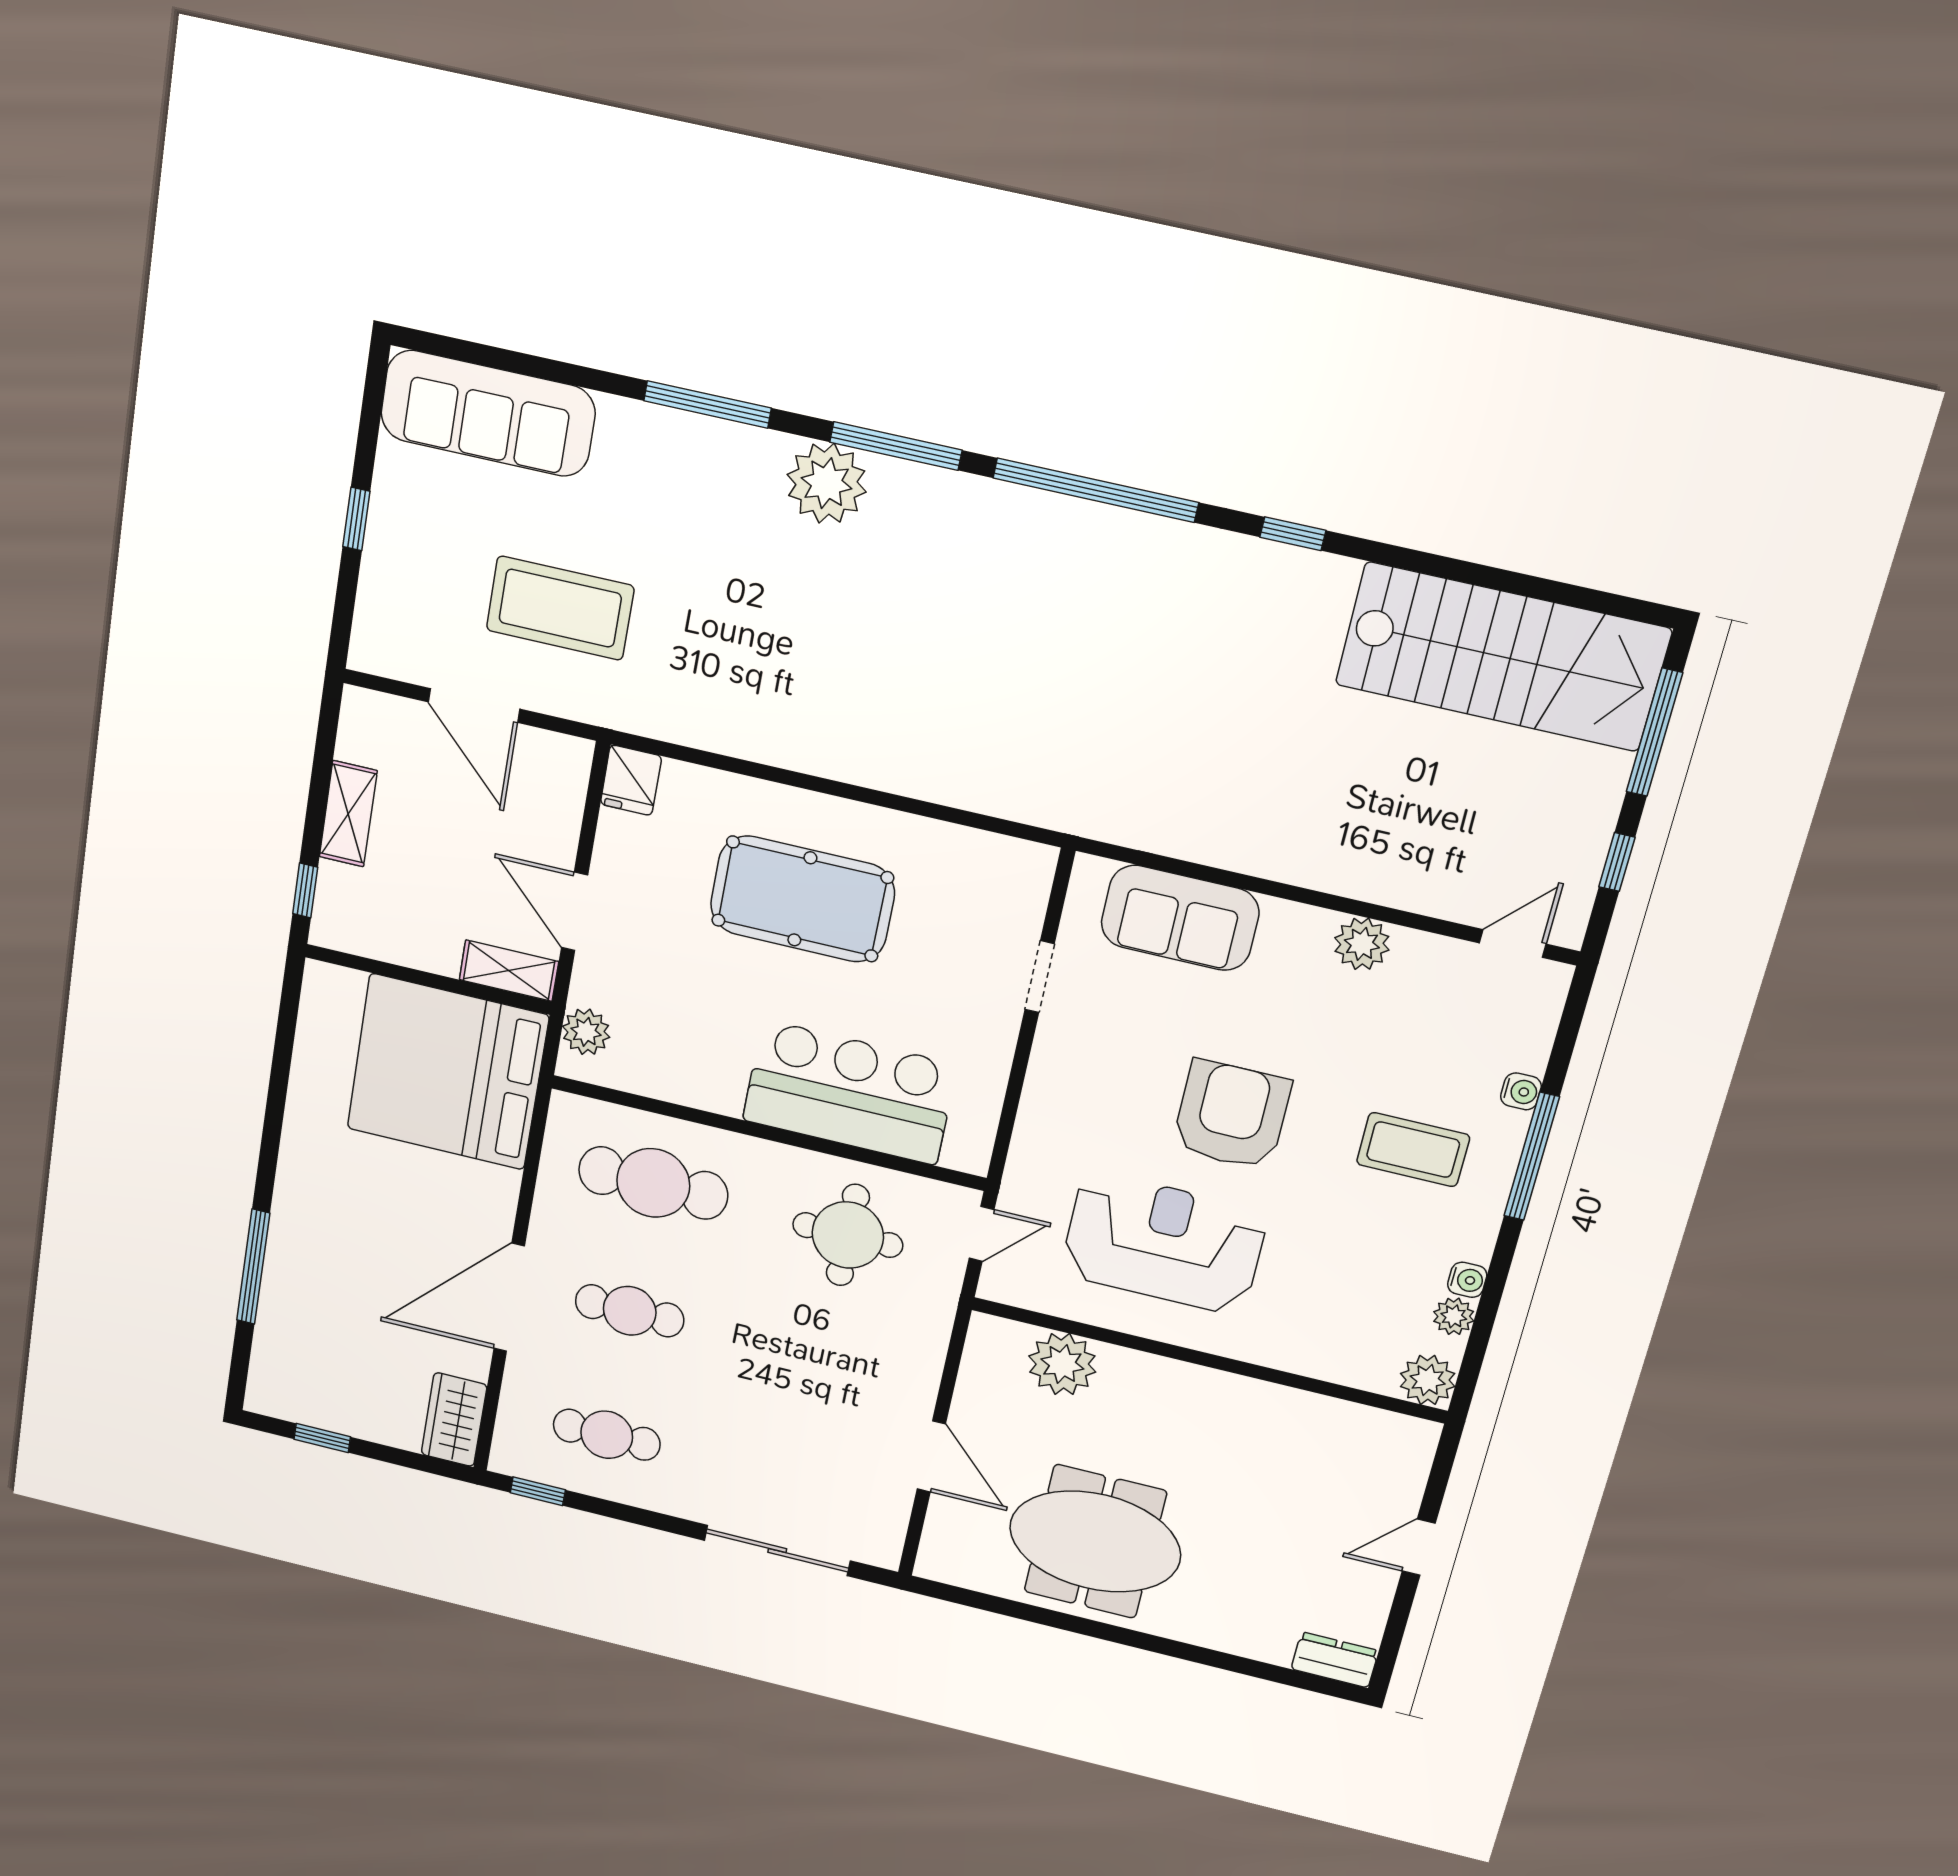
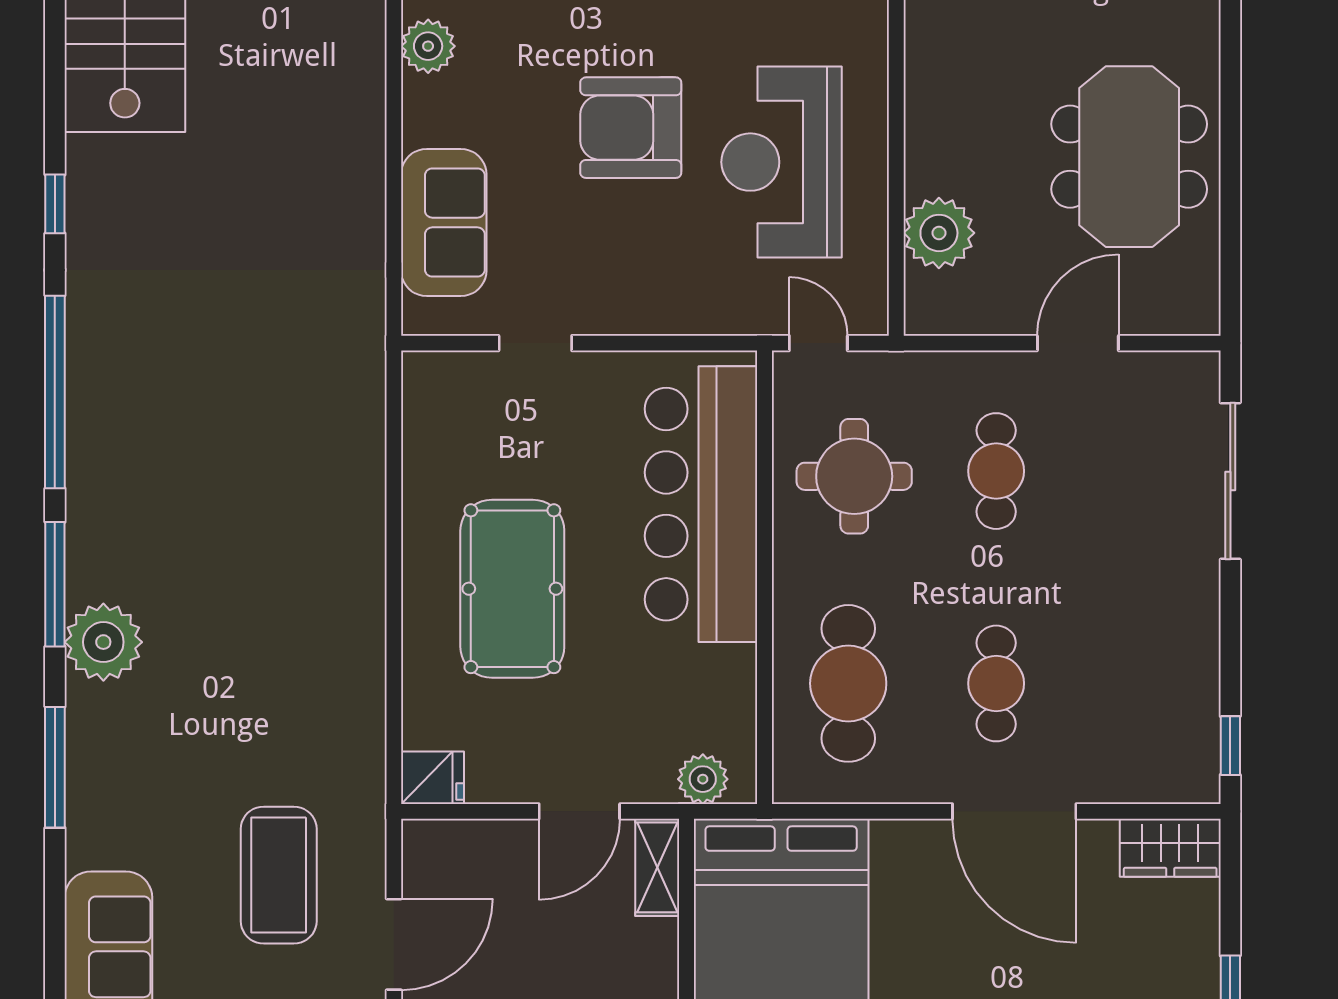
bar counter: (850, 1092) -> (701, 504), width x1.36
cafe table: (607, 1435) -> (996, 471), moved

